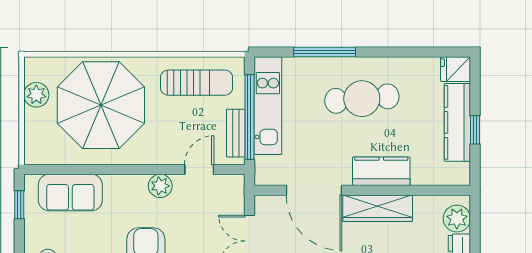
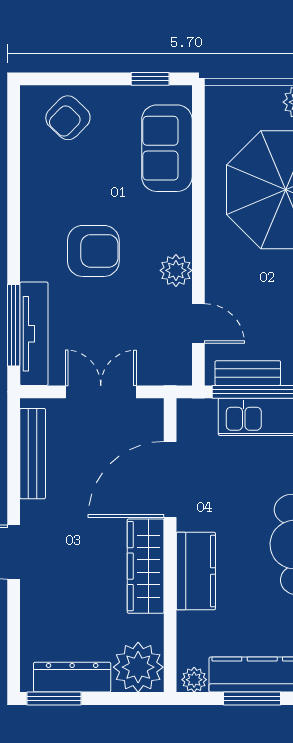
window: (475, 130) -> (252, 698), width x1.50
plant: (461, 172) -> (194, 680), added
plant: (457, 219) -> (138, 667), width x1.36, depth x1.36

